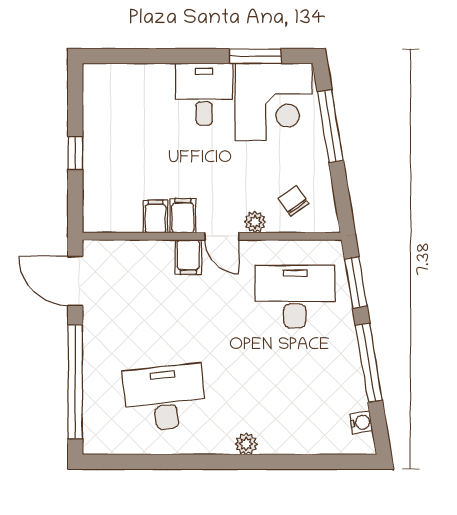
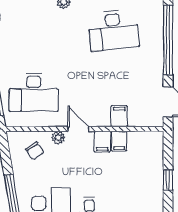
filing cabinet: (188, 257) -> (119, 116), moved

